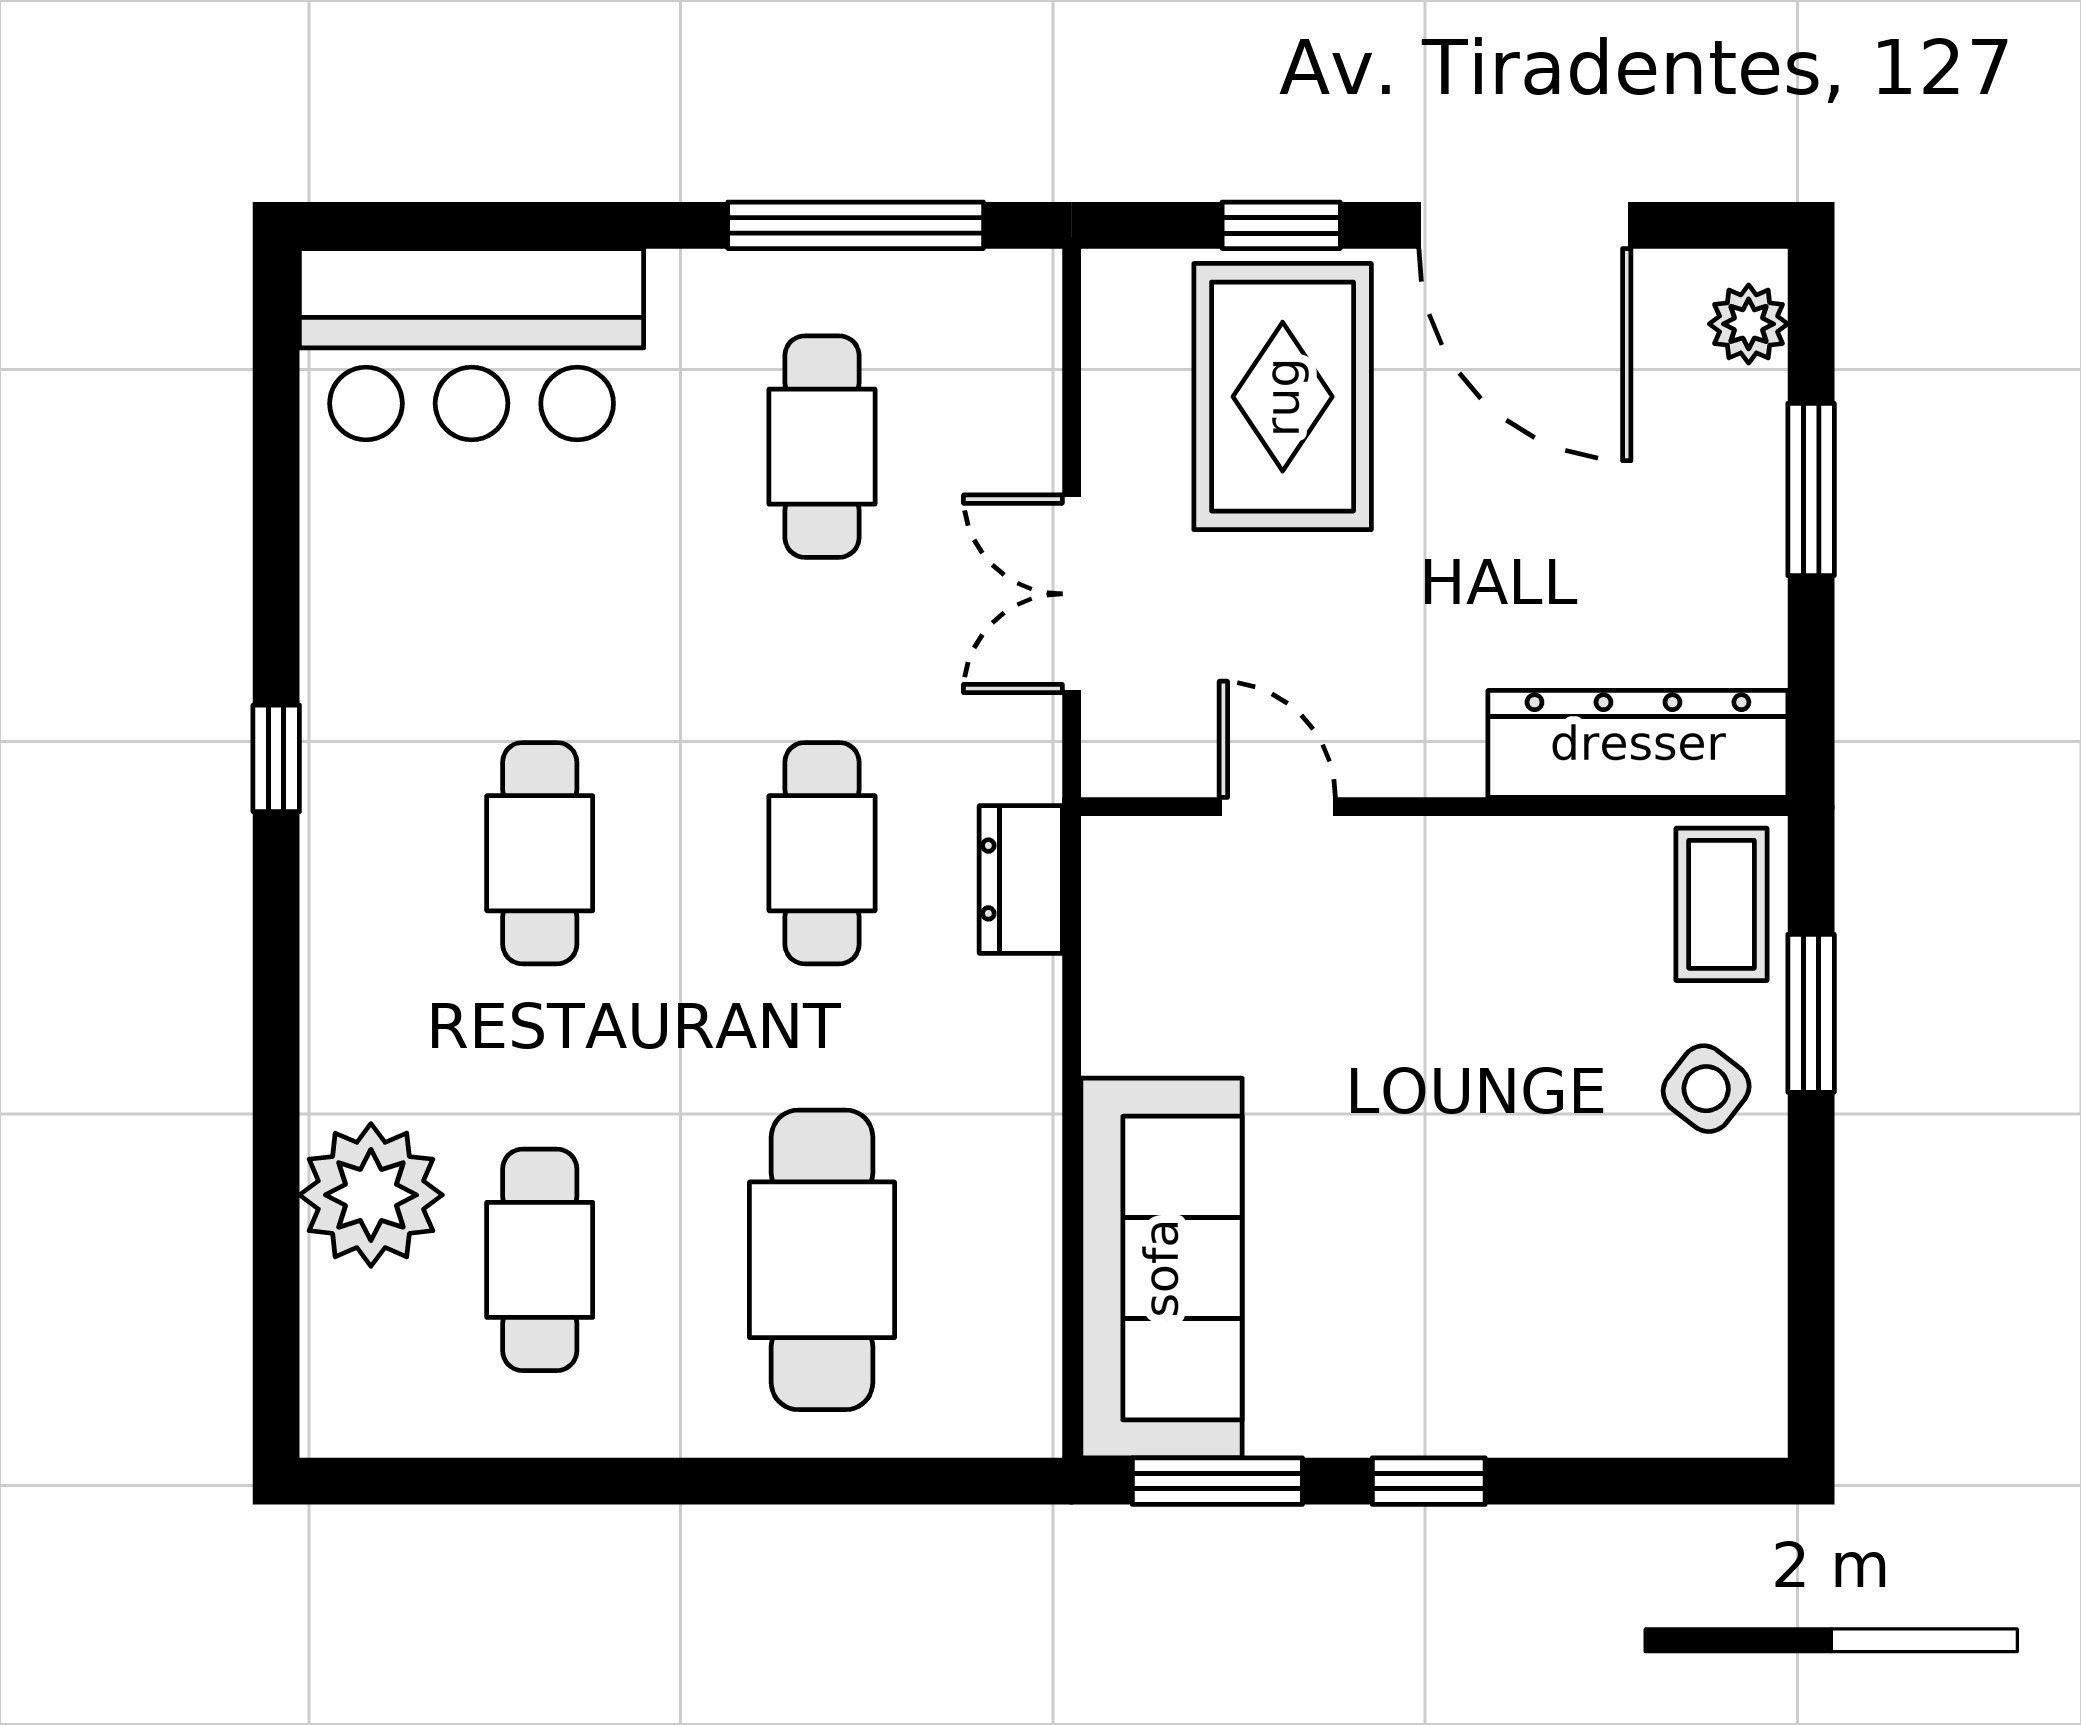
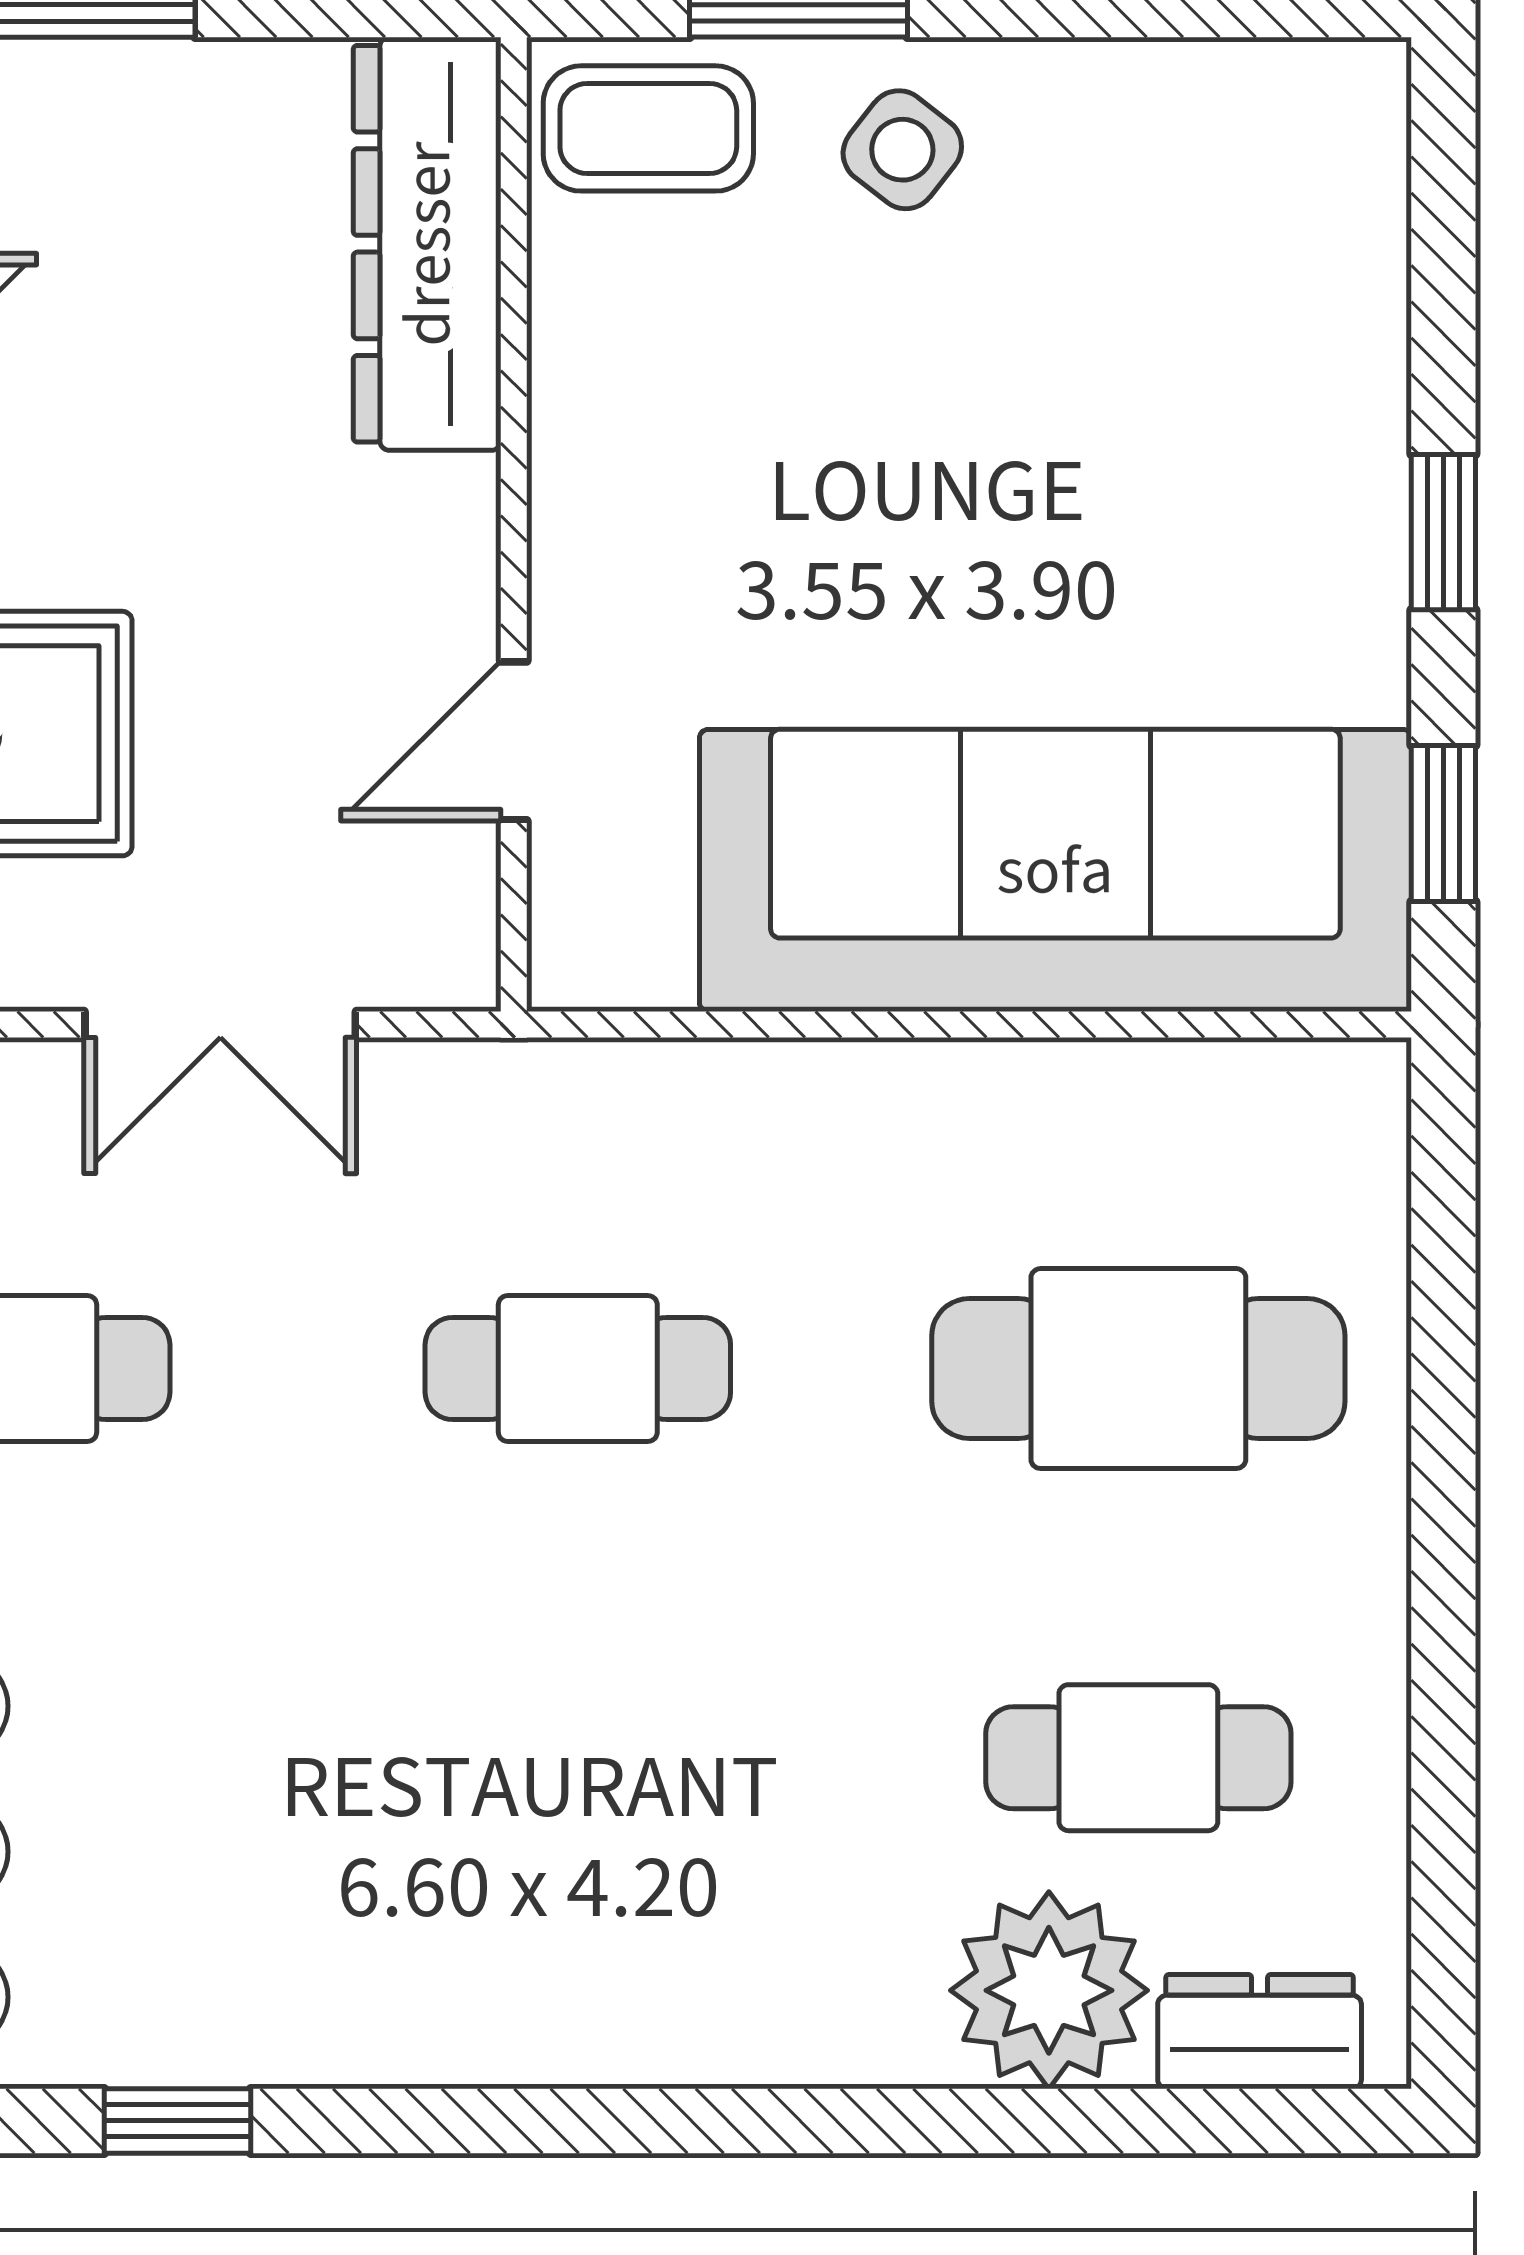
window: (276, 758) -> (177, 2121), moved
cafe table: (540, 853) -> (578, 1758), removed
dresser: (1021, 879) -> (1260, 2032), moved, turned 180
sofa: (1162, 1268) -> (1055, 870), width x1.36, depth x1.27
window: (1217, 1481) -> (1443, 823), width x0.67

